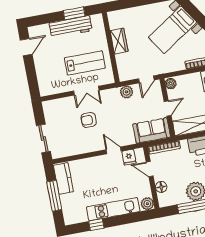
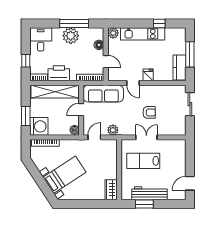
wardrobe: (119, 41) -> (111, 190), moved
sofa: (152, 131) -> (103, 94), width x1.36
fridge: (129, 157) -> (148, 75), moved

